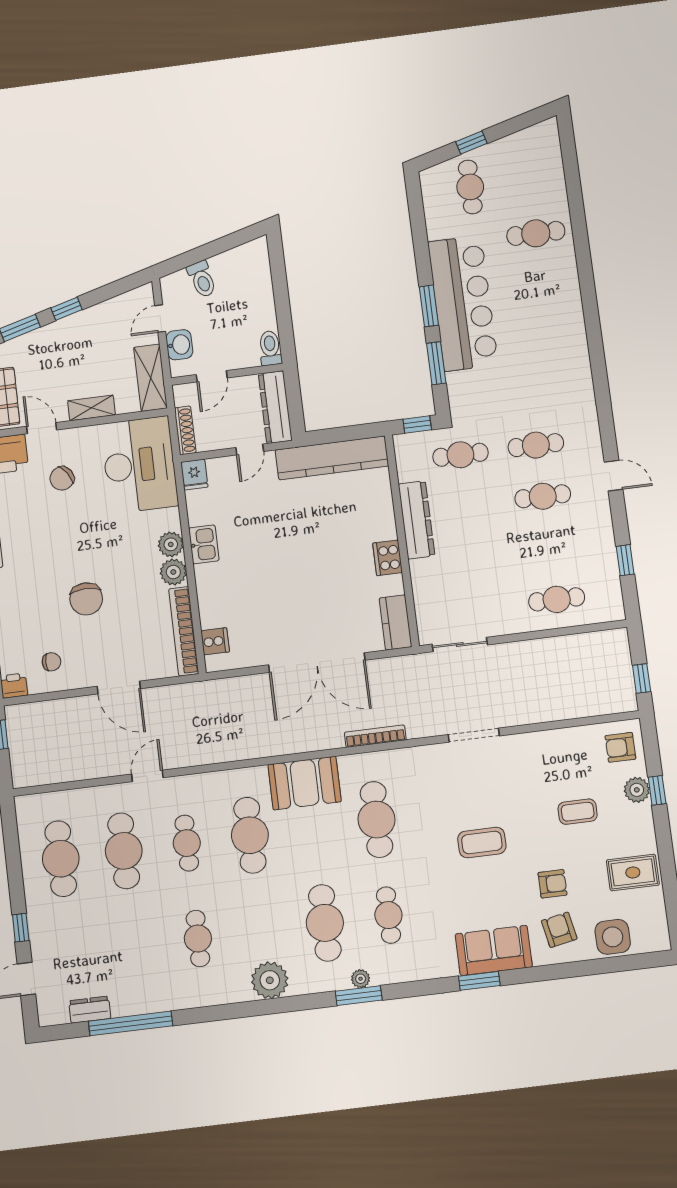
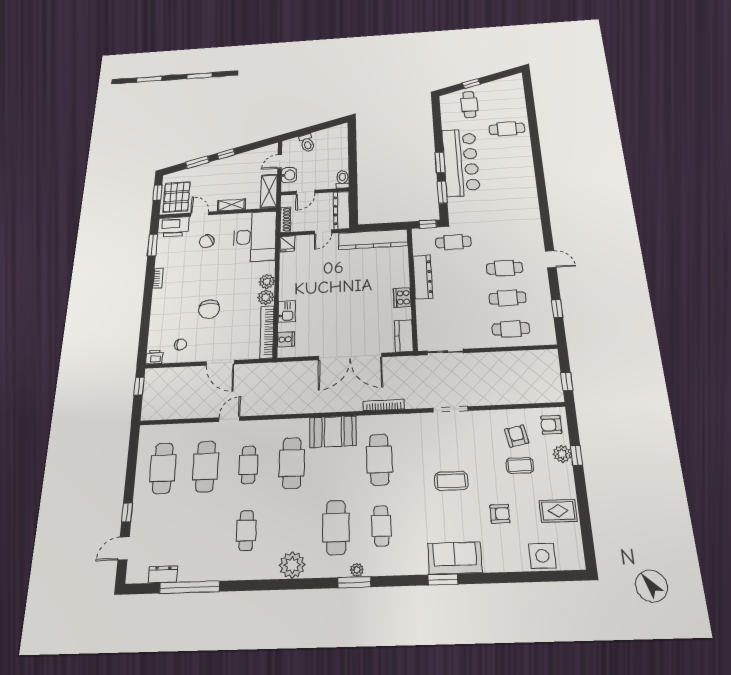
cafe table: (536, 445) -> (508, 298), moved
kitchen sink: (204, 544) -> (287, 311), moved
armchair: (559, 930) -> (517, 436), moved

